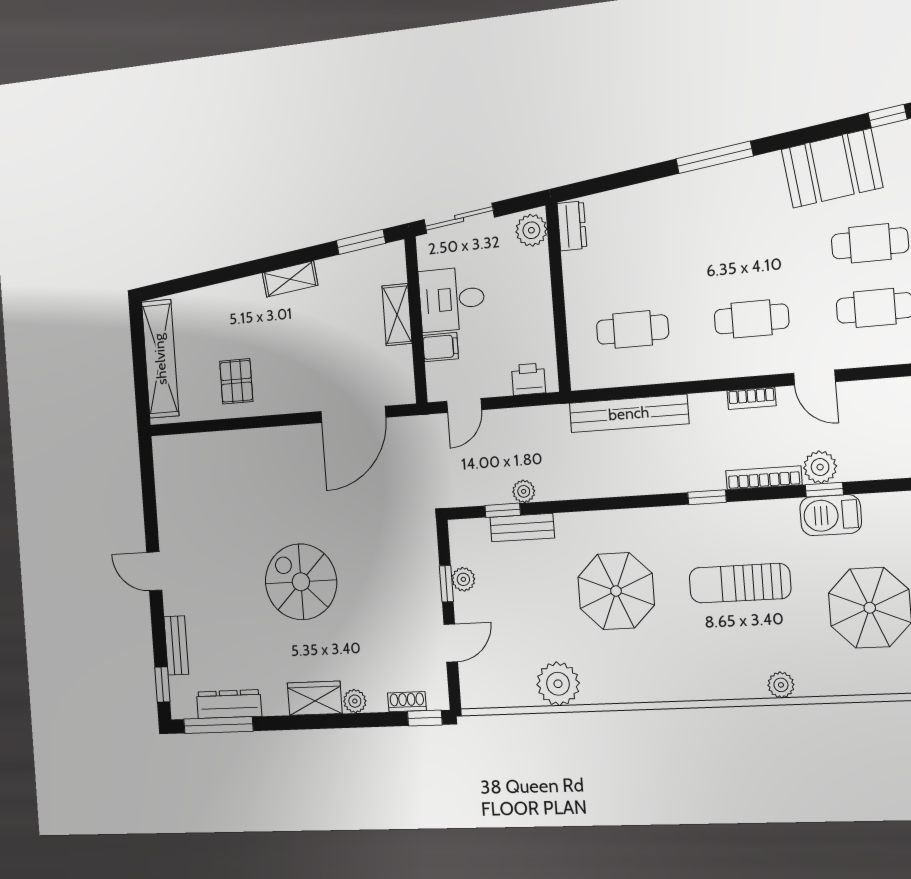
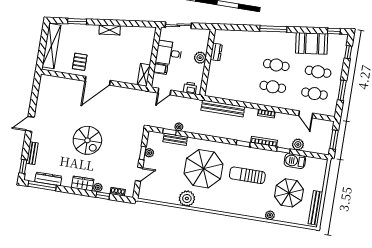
dresser: (572, 226) -> (216, 52), moved
plant: (531, 230) -> (200, 58), moved
window: (361, 242) -> (77, 21), moved
shelving: (397, 315) -> (144, 75), moved
cafe table: (632, 330) -> (276, 65), moved
door: (814, 377) -> (306, 114), moved
door: (353, 414) -> (98, 81), moved
plant: (820, 467) -> (298, 145), moved
barbecue: (831, 515) -> (295, 161), moved
door: (154, 571) -> (30, 124), hinge flipped
spiral stairs: (301, 582) -> (87, 140), turned 180
parasol: (616, 591) -> (204, 169), width x1.36, depth x1.36
plant: (558, 684) -> (187, 198), moved
plant: (781, 685) -> (270, 215), moved
window: (425, 718) -> (103, 196), moved

